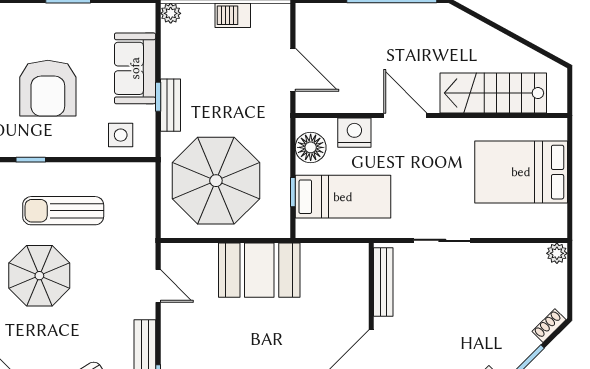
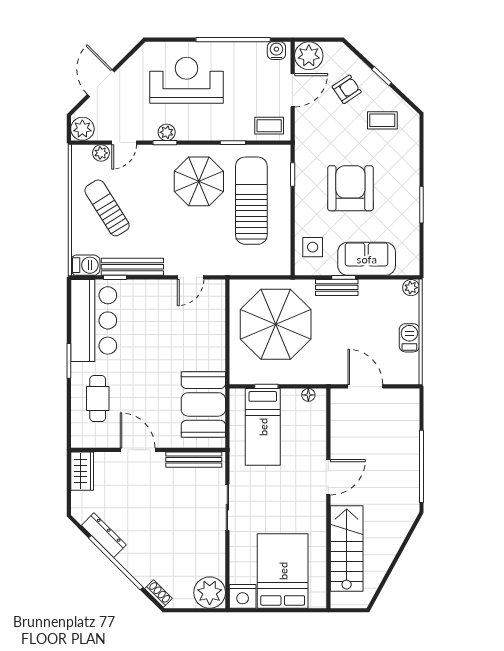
door: (293, 70) -> (365, 386), swing flipped
armchair: (48, 88) -> (350, 188), turned 90
nightstand: (354, 133) -> (243, 596), moved, turned 90
floor lamp: (311, 147) -> (308, 395), width x0.53, depth x0.53
sun lounger: (63, 211) -> (251, 201), width x1.36, depth x1.34
plant: (557, 253) -> (210, 593), width x1.88, depth x1.88
booth: (259, 270) -> (203, 404), moved

